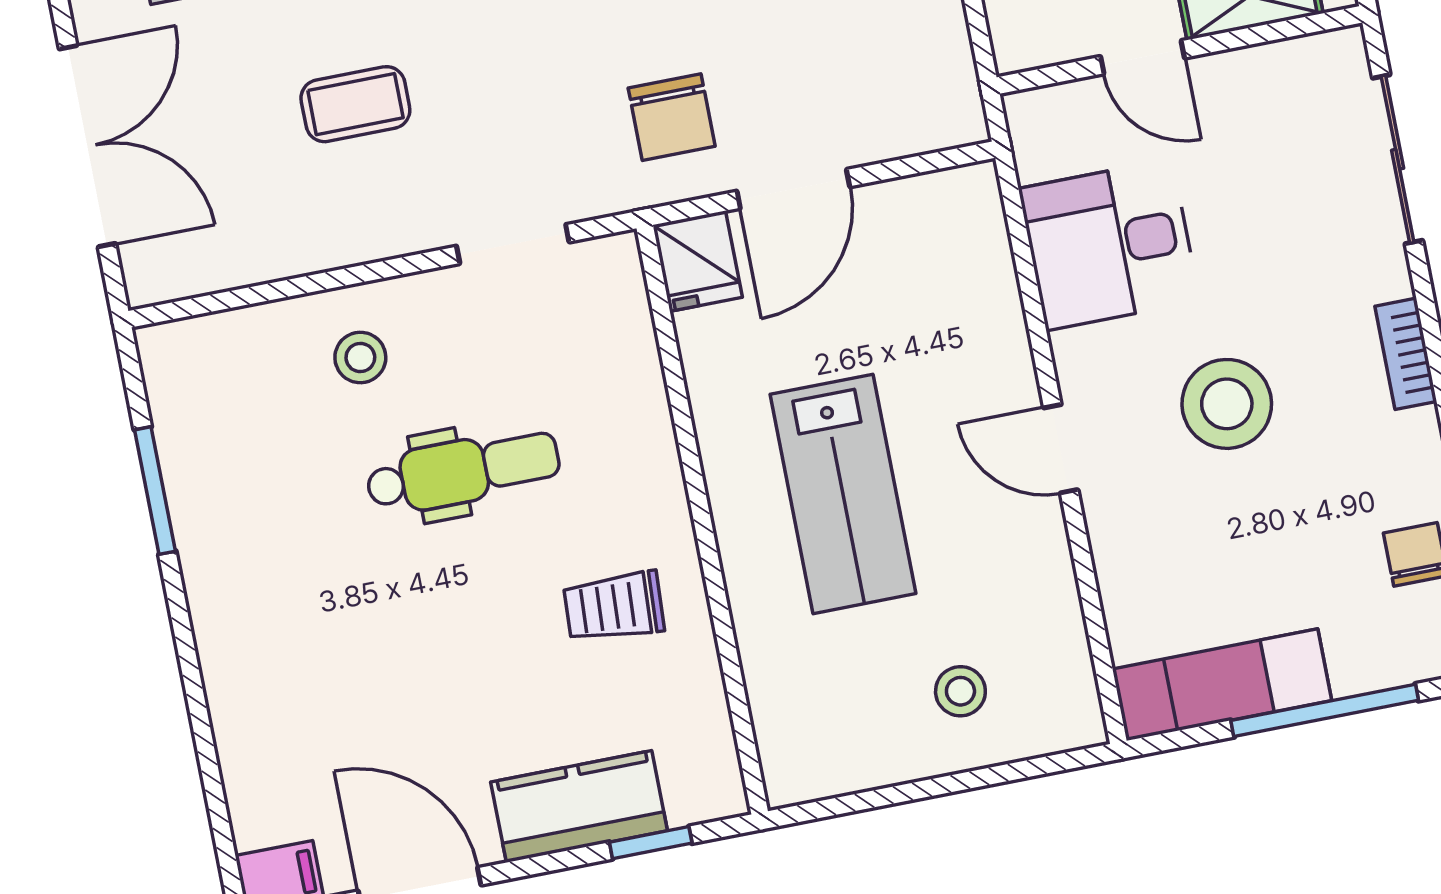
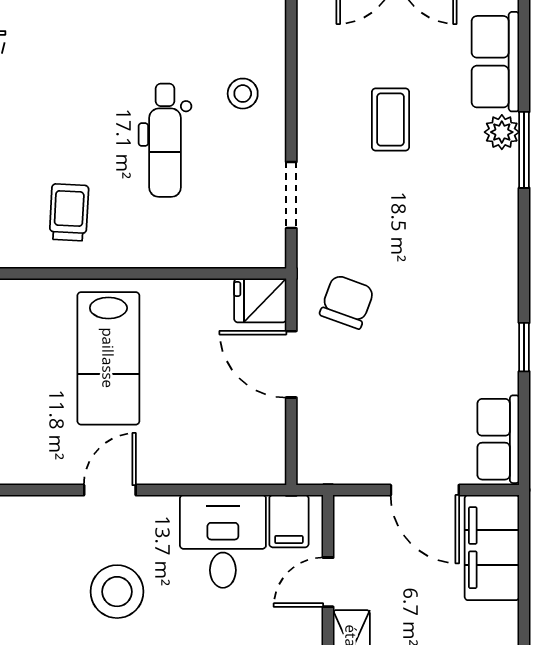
chair: (672, 117) -> (347, 302), turned 110
filing cabinet: (1054, 142) -> (289, 521), added
lab bench: (843, 494) -> (108, 358), turned -90

